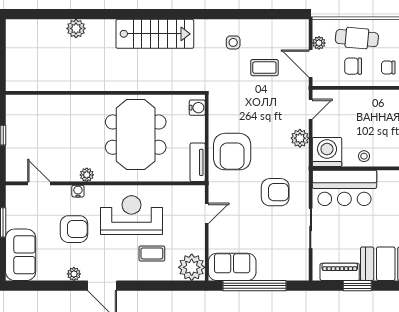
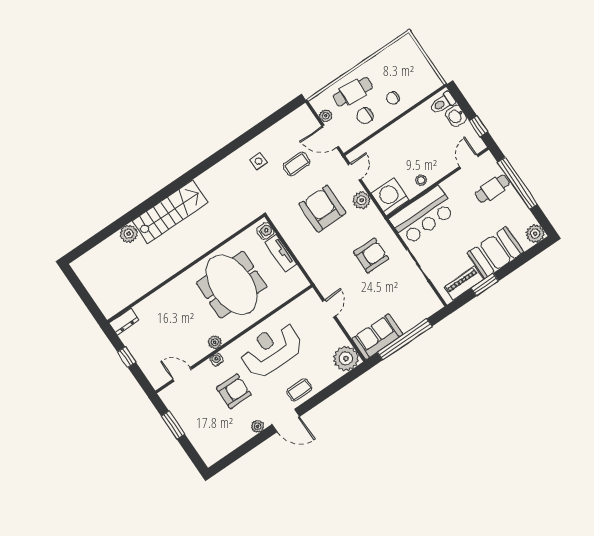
stairs: (155, 34) -> (170, 212), moved
dresser: (19, 102) -> (124, 321), added
armchair: (232, 152) -> (322, 209), moved, turned 180
tv unit: (198, 162) -> (281, 253), moved
coffee table: (152, 253) -> (299, 390), moved
sofa: (21, 255) -> (206, 440), removed

